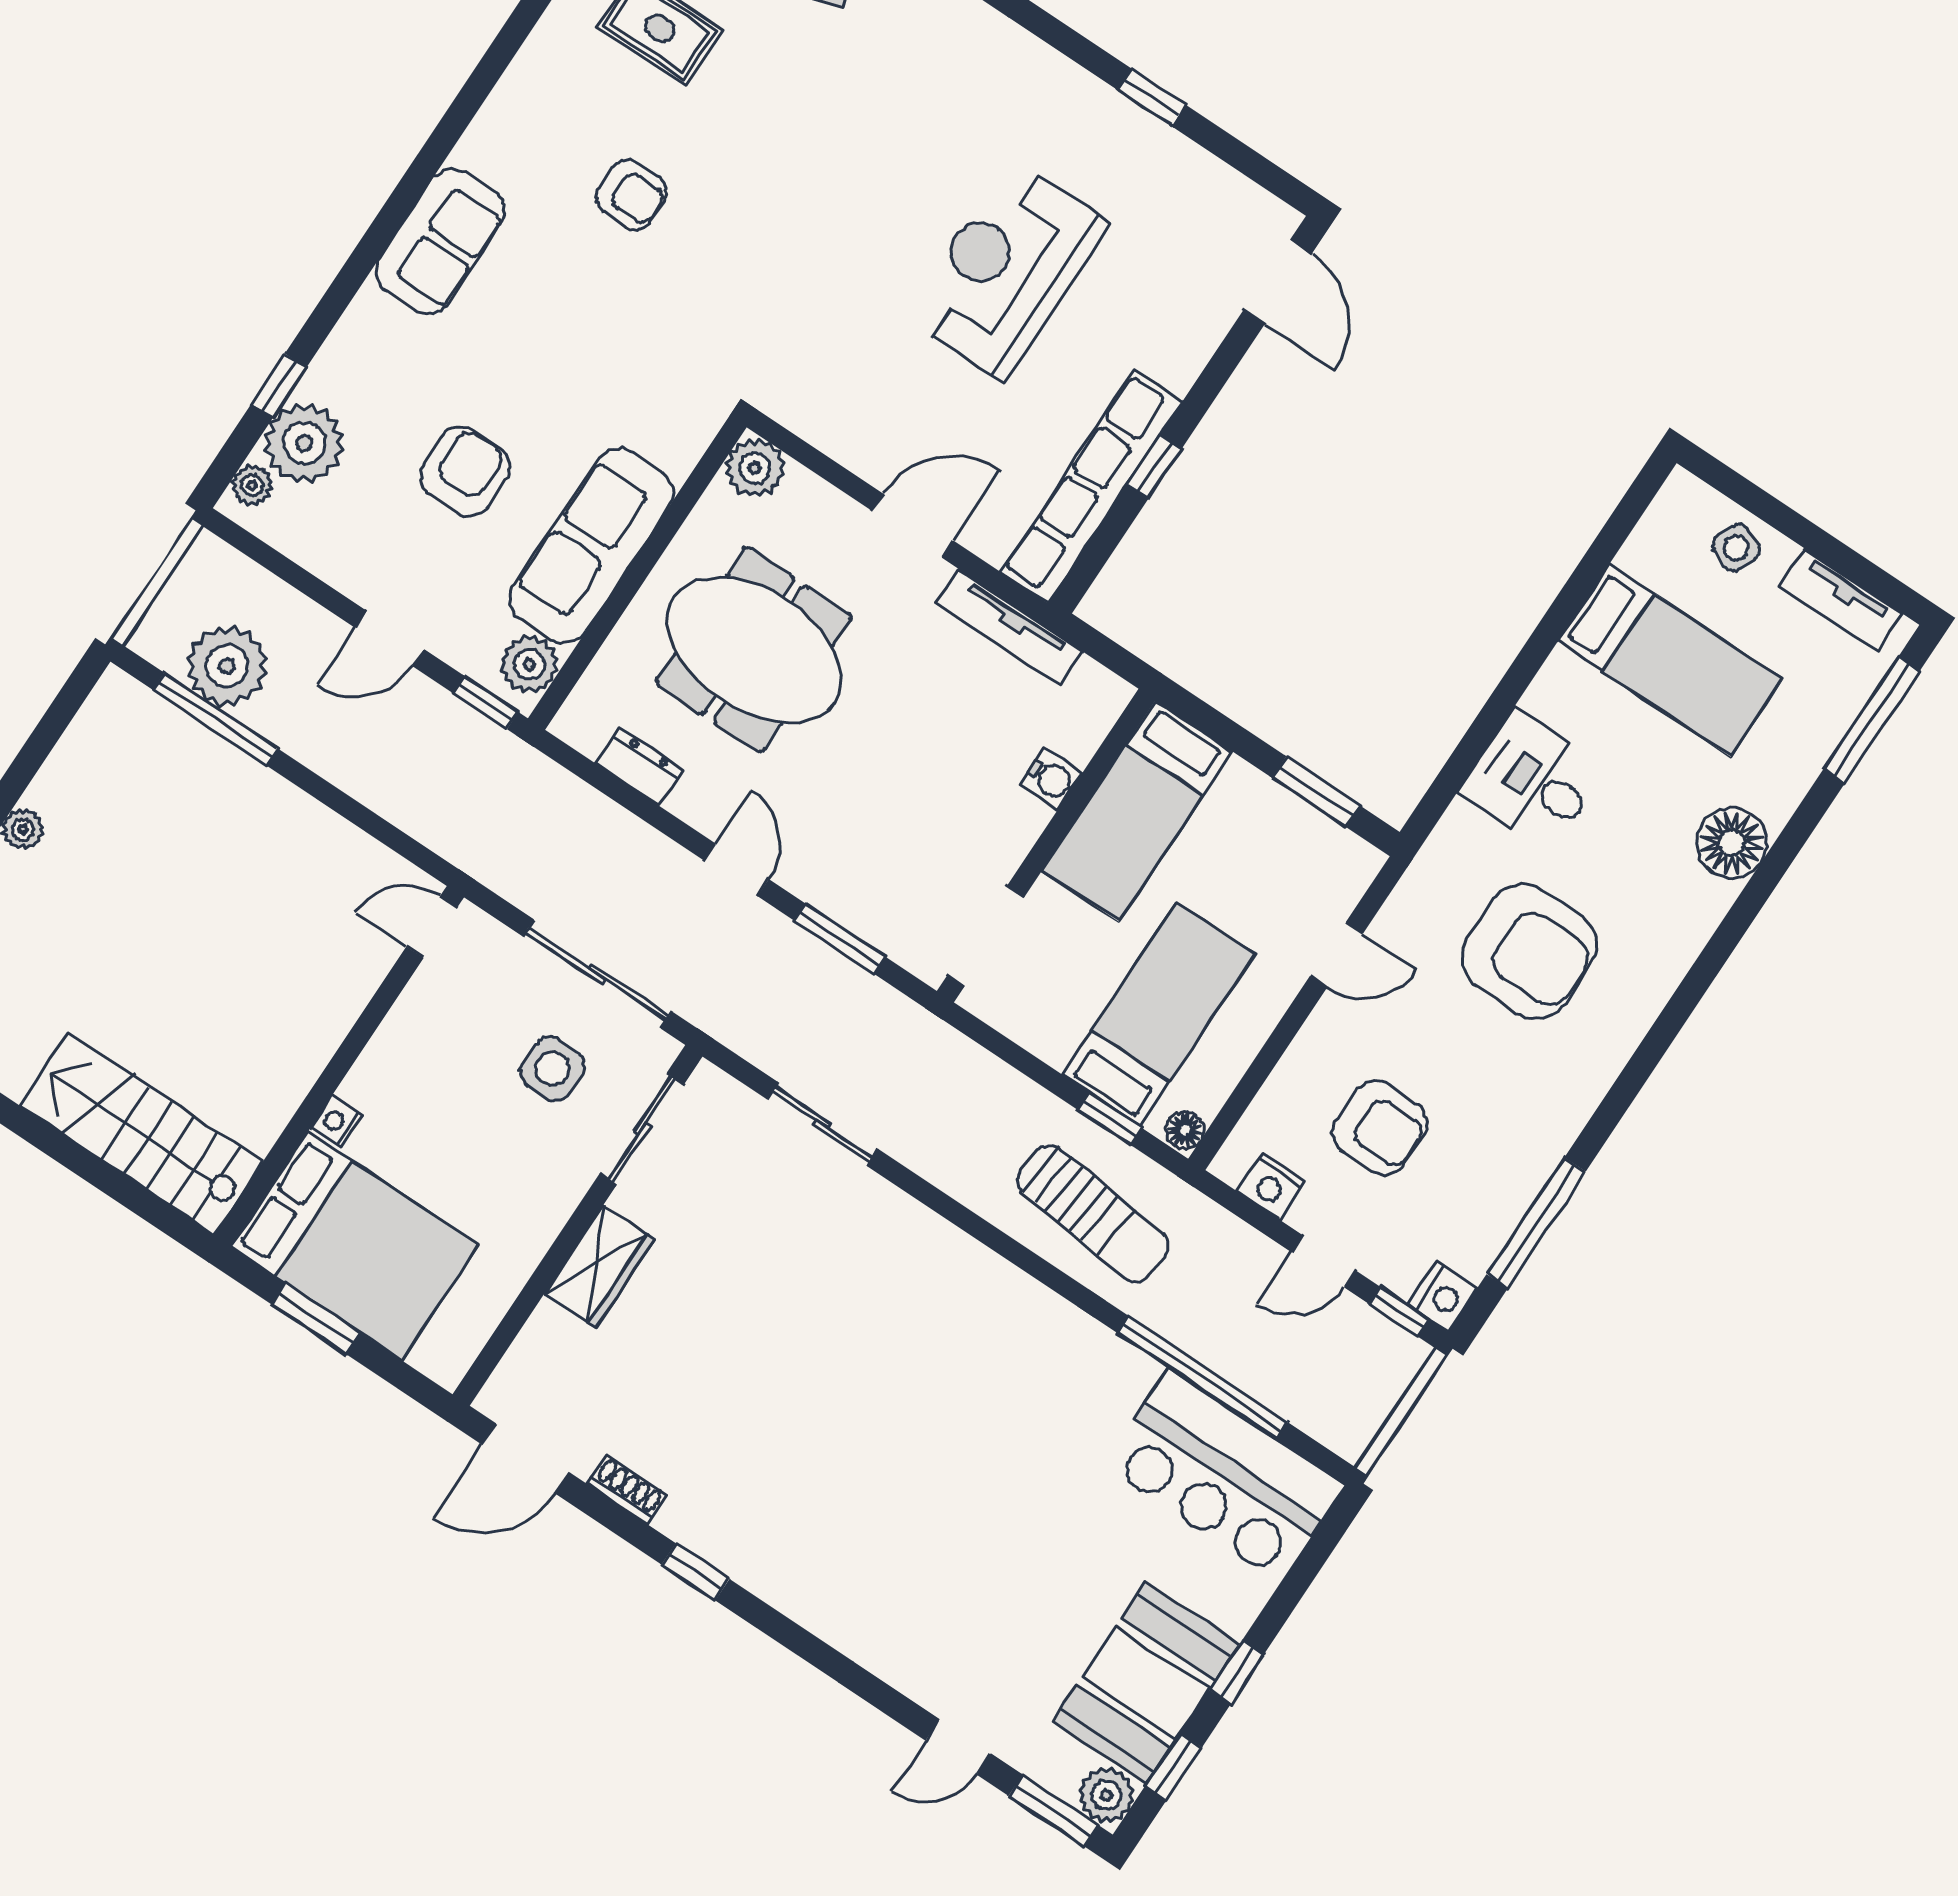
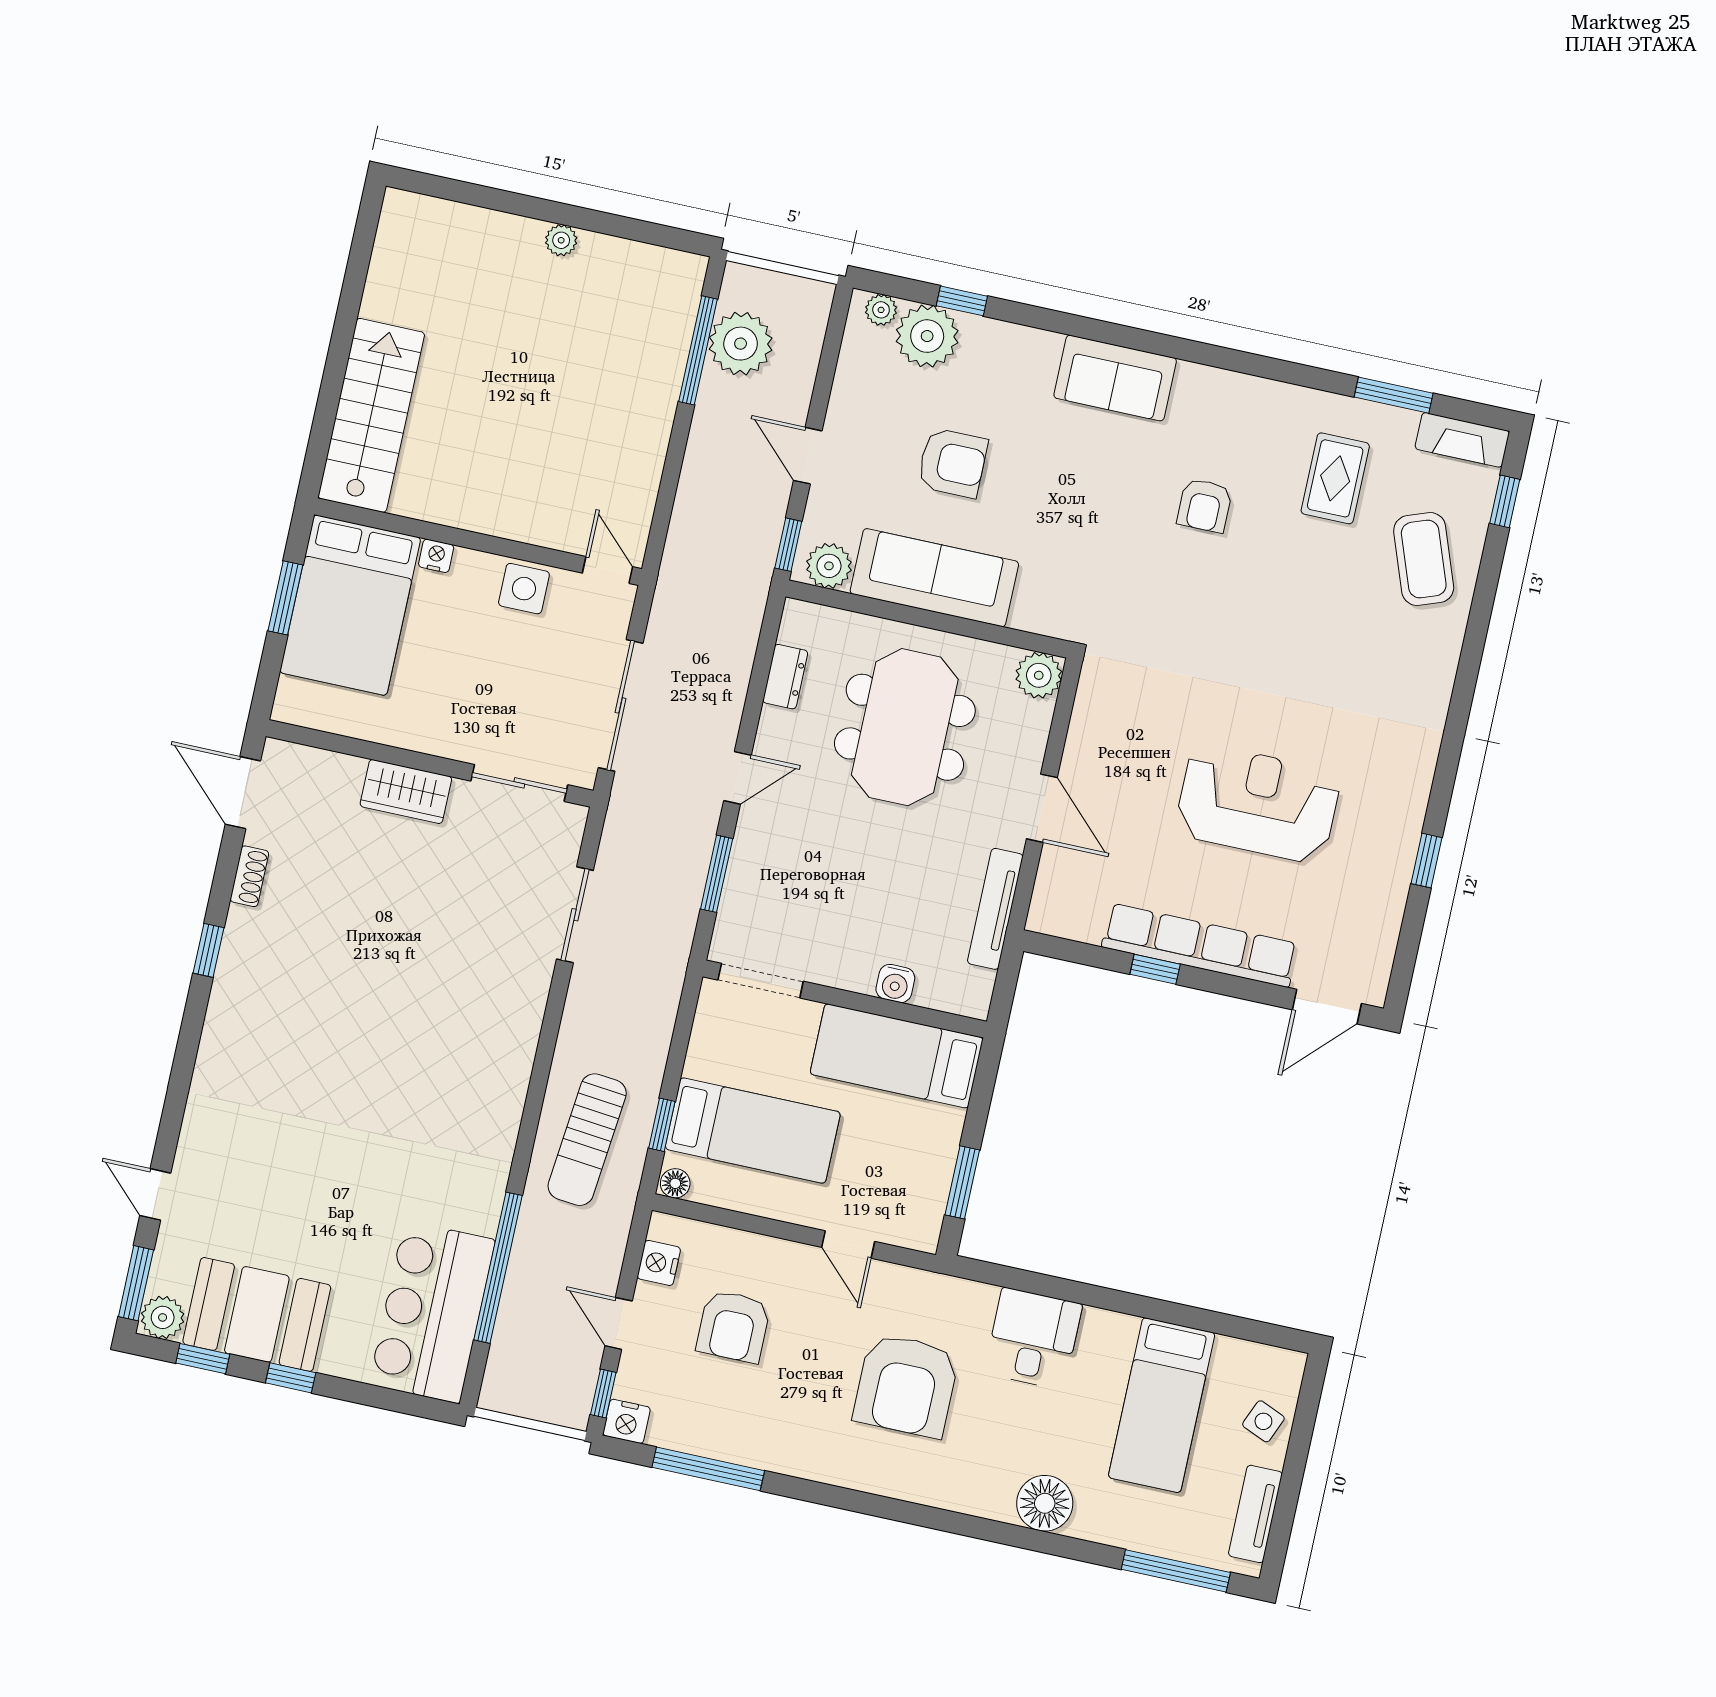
row of seats: (1091, 486) -> (1200, 945), moved
side table: (552, 1069) -> (524, 589), moved

